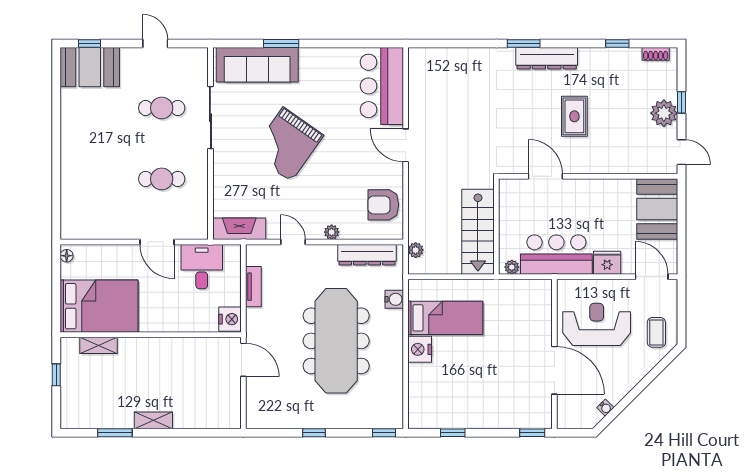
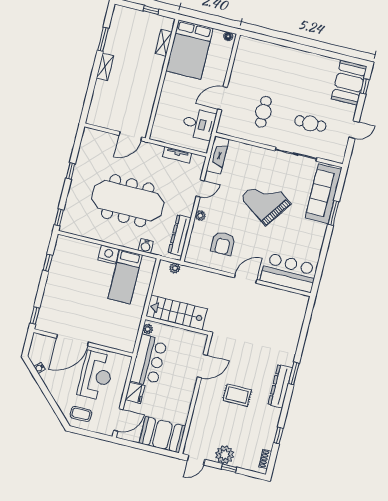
cafe table: (162, 108) -> (310, 123), turned 90
armchair: (383, 205) -> (223, 243), moved, turned 180
nightstand: (230, 319) -> (159, 134), removed

